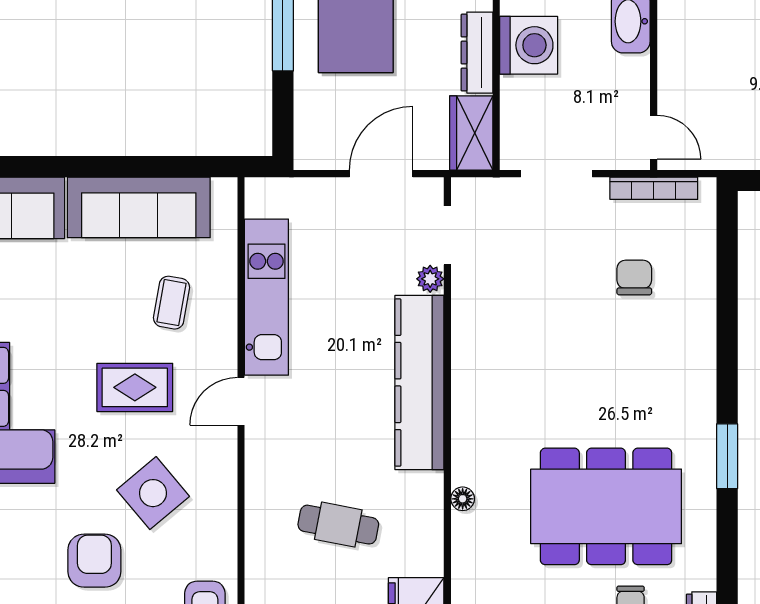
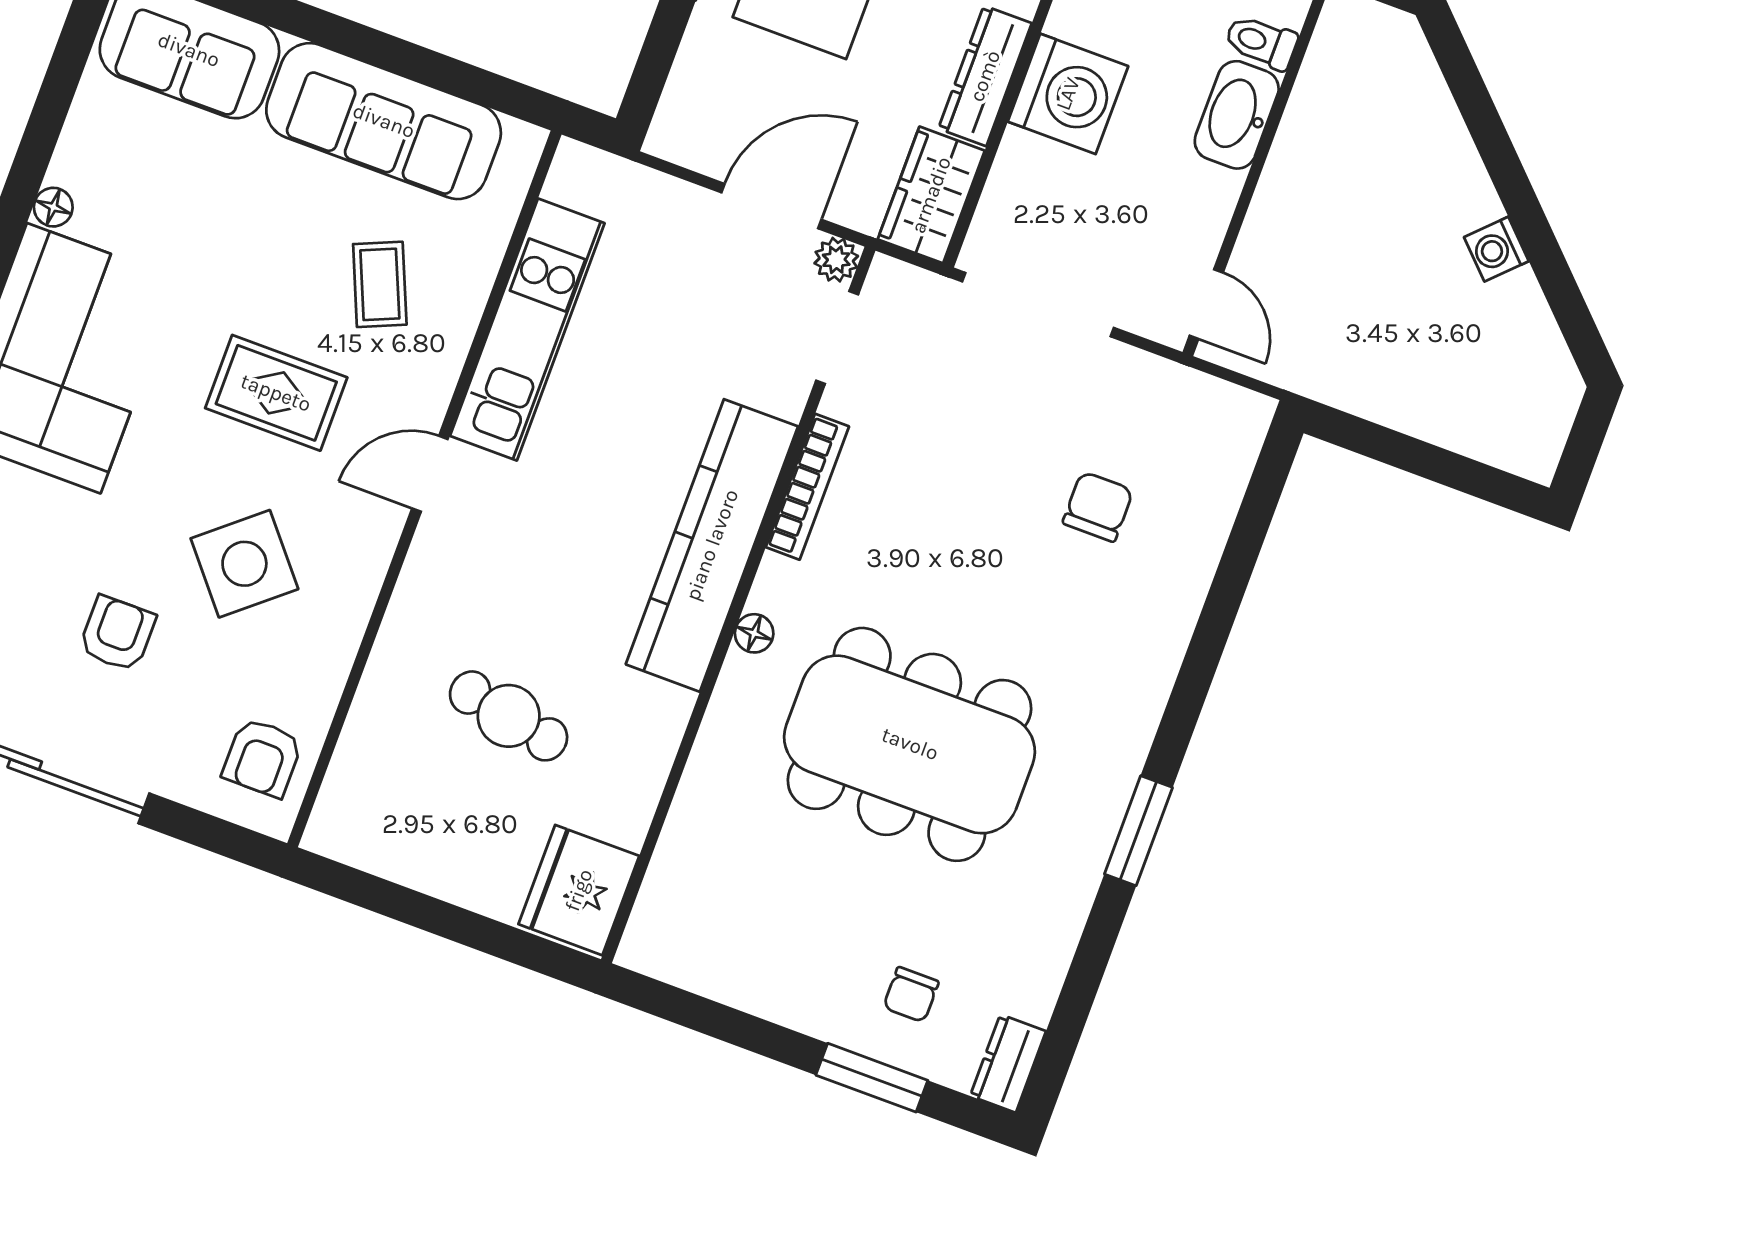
doorway: (556, 174) -> (1038, 305), width x1.36
bookcase: (654, 188) -> (807, 487), moved, turned -90
plant: (430, 279) -> (836, 260), moved
coffee table: (172, 303) -> (380, 284), turned -33
floor lamp: (463, 499) -> (754, 633), moved
dining table: (606, 506) -> (910, 744), moved
armchair: (94, 561) -> (117, 634), width x0.72, depth x0.72

